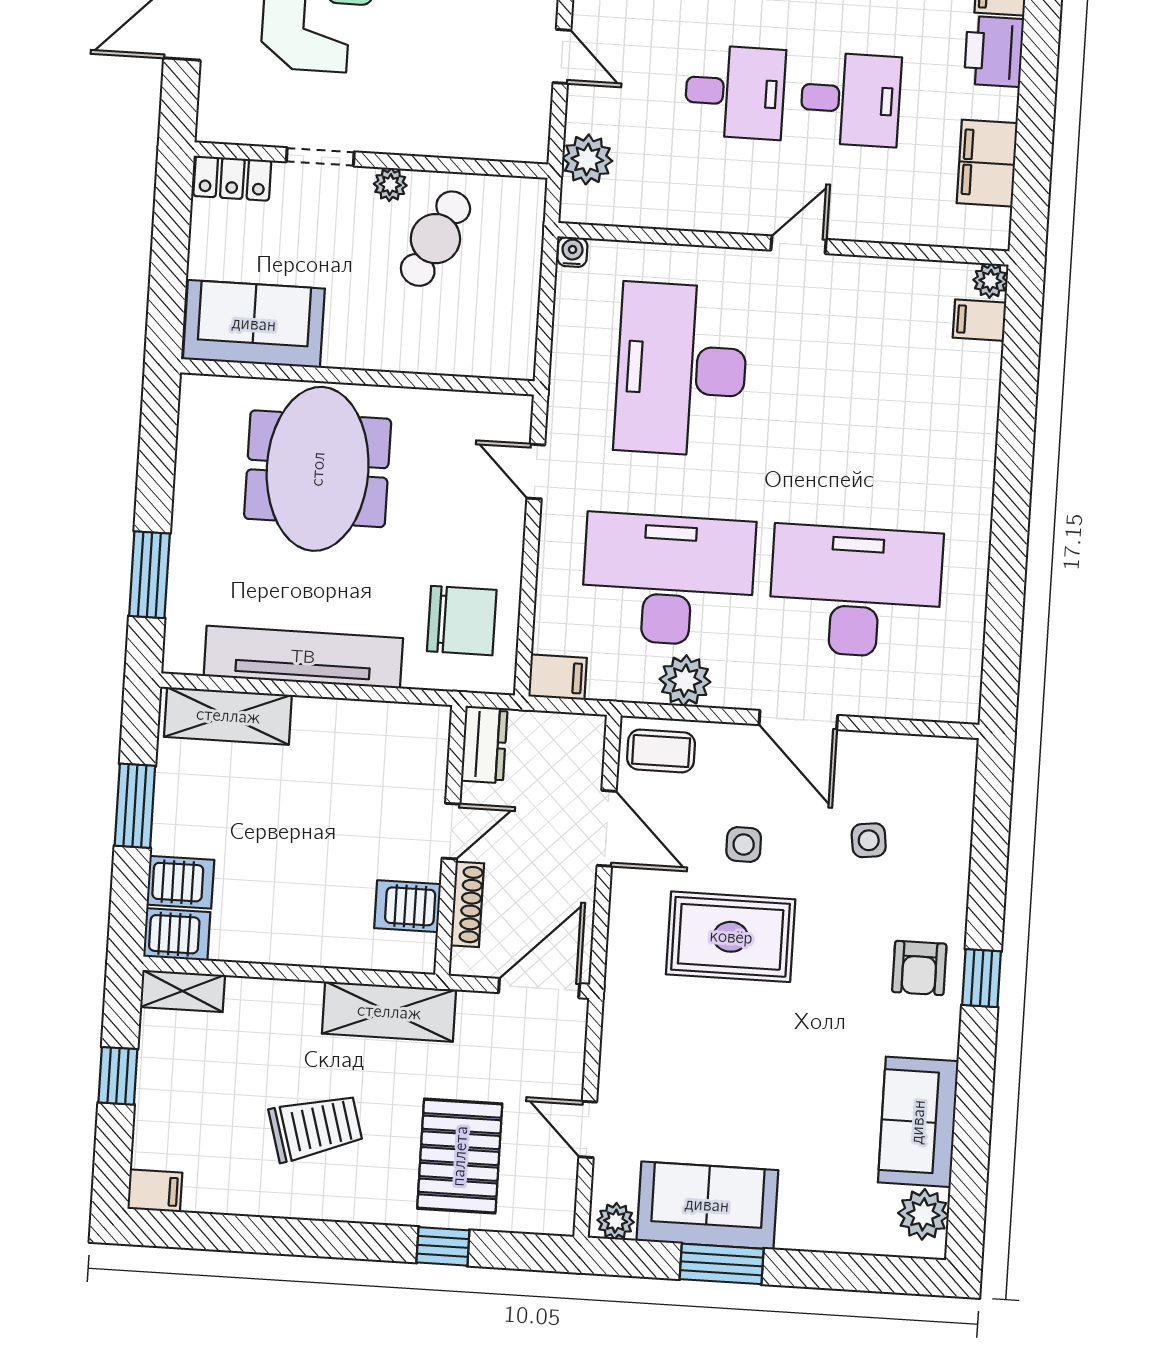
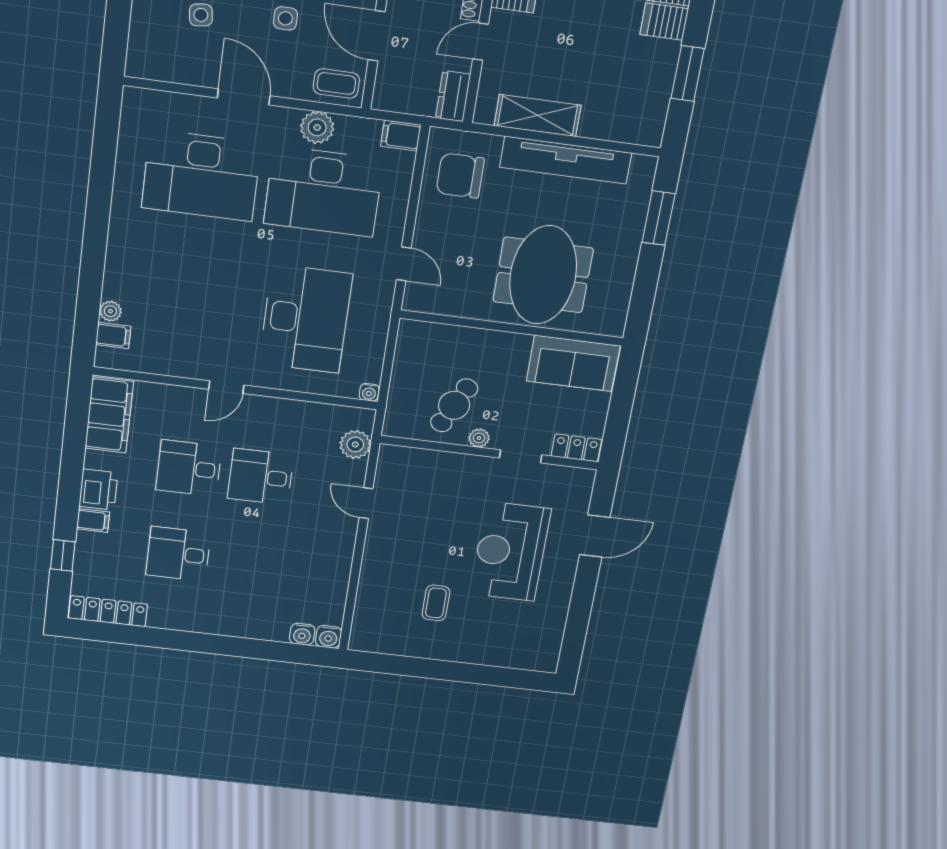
filing cabinet: (987, 163) -> (109, 415), width x1.50, depth x1.17
plant: (990, 281) -> (110, 311), moved
shelving: (228, 716) -> (538, 116), moved

